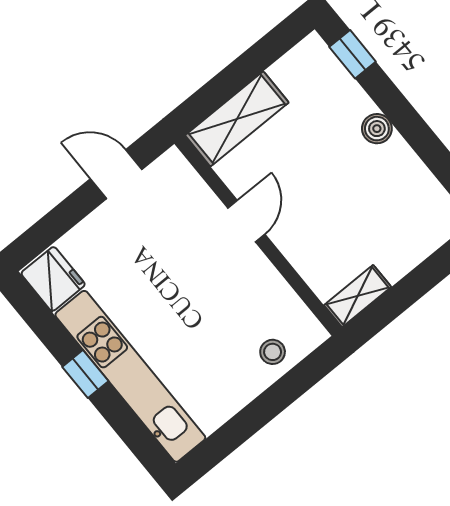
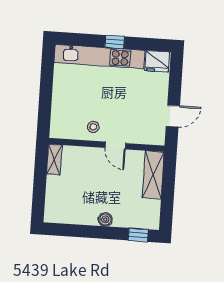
stool: (273, 352) -> (93, 127), moved

